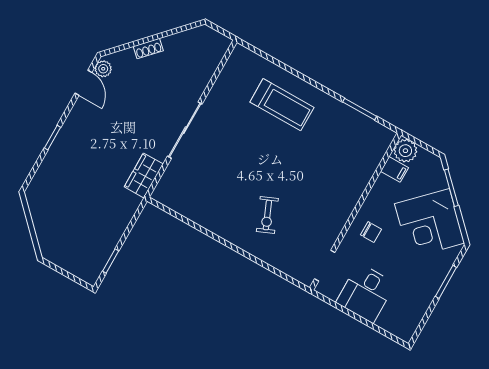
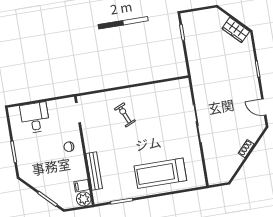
plant: (103, 69) -> (260, 121), removed
treadmill: (282, 105) -> (160, 173), width x1.37, depth x1.38
wardrobe: (144, 175) -> (236, 30), moved, turned 135
bench: (364, 175) -> (94, 171), added
corner desk: (430, 223) -> (44, 173), removed
desk: (366, 293) -> (35, 118), moved

